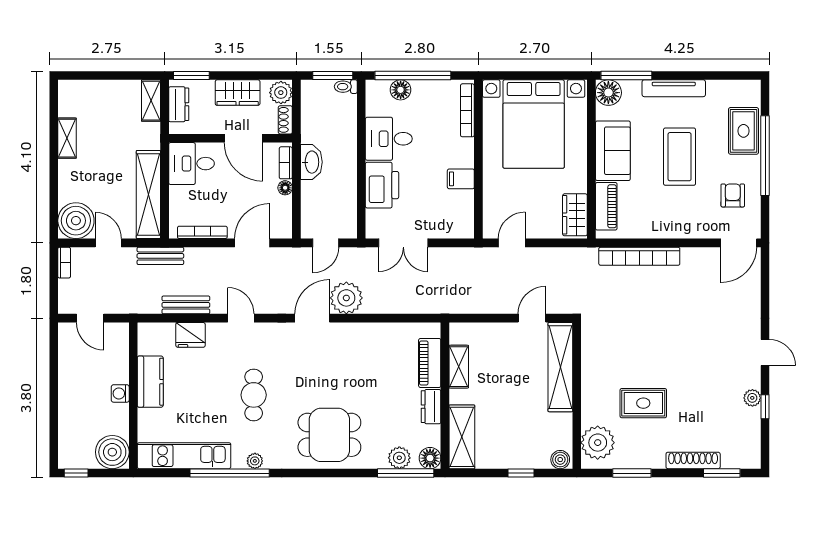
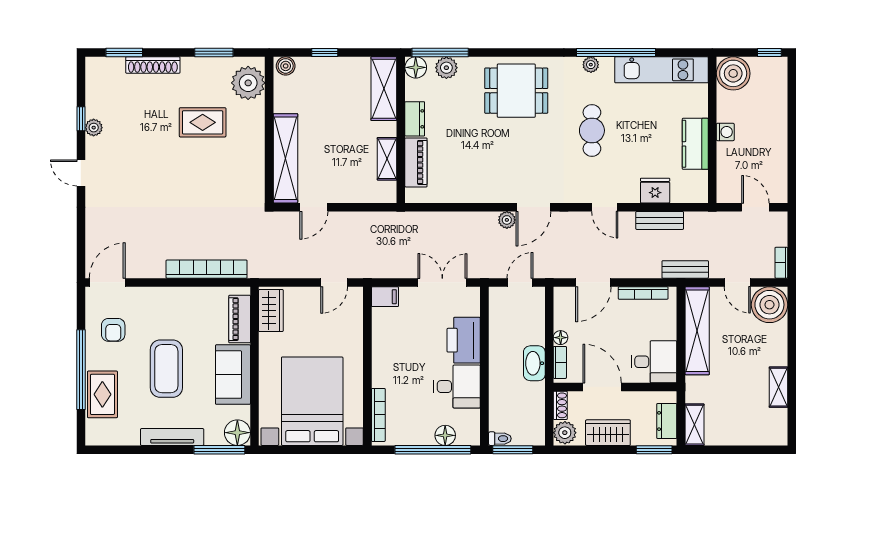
filing cabinet: (461, 179) -> (385, 297), moved
plant: (346, 298) -> (507, 220), width x0.53, depth x0.53

